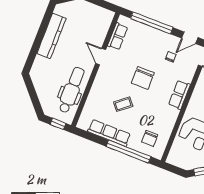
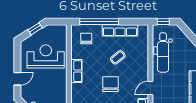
door: (101, 57) -> (150, 88), swing flipped
row of seats: (179, 95) -> (76, 71), moved

